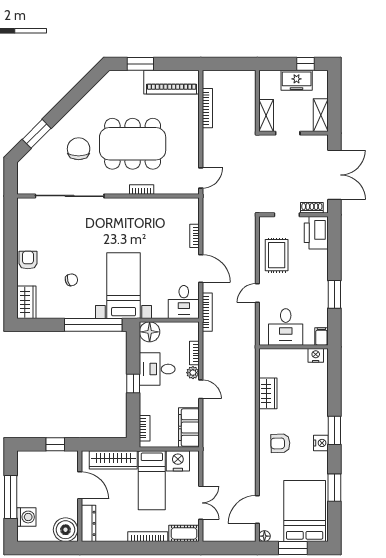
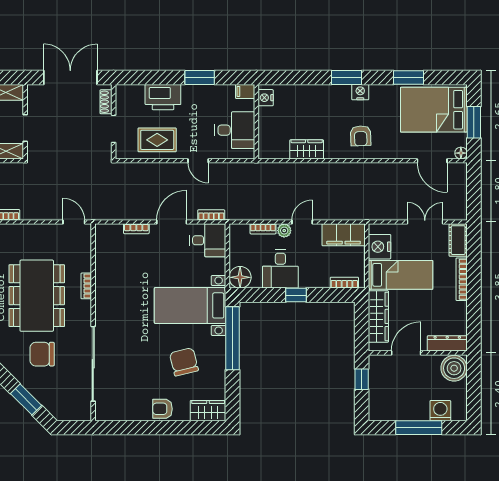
printer: (316, 233) -> (163, 97), moved
chair: (71, 280) -> (184, 362), width x1.87, depth x1.87
bookcase: (207, 312) -> (211, 215), width x0.64

